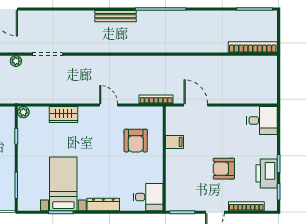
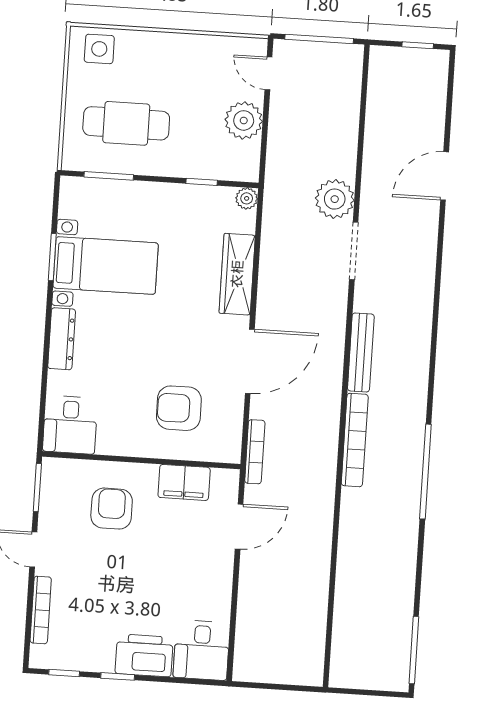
bench: (116, 16) -> (361, 352), moved
bookcase: (253, 47) -> (355, 440), moved
plant: (16, 61) -> (335, 199), width x1.88, depth x1.88
door: (109, 105) -> (250, 361), width x1.88
wardrobe: (63, 115) -> (237, 274), width x1.50
filing cabinet: (175, 142) -> (184, 482), width x2.00
armchair: (224, 169) -> (112, 509), moved
printer: (267, 173) -> (144, 655), moved

